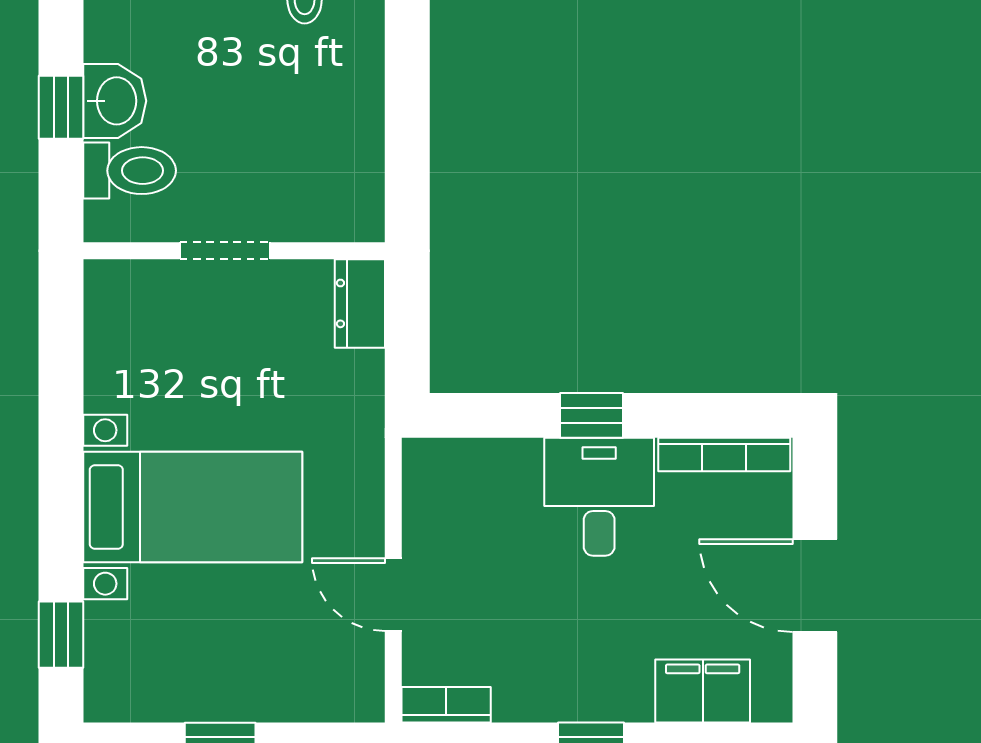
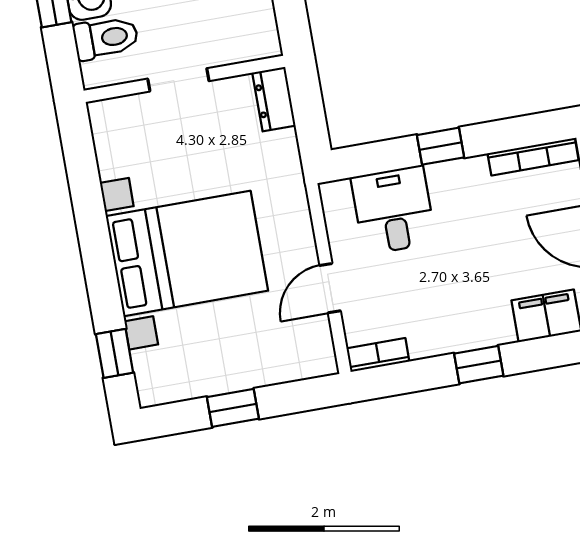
desk: (599, 497) -> (393, 210), moved
bed with nightstands: (193, 507) -> (187, 253), width x1.36
door: (393, 595) -> (330, 288), hinge flipped

